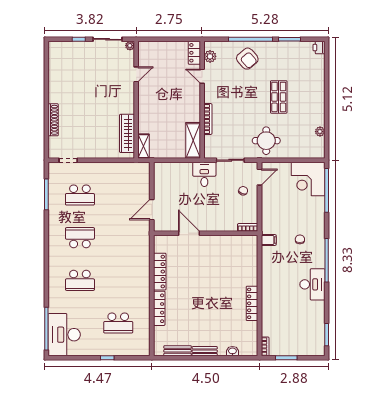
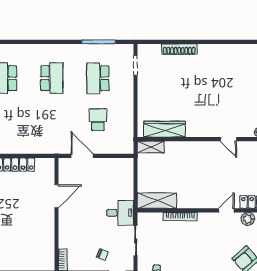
school desk: (118, 195) -> (98, 120), added

